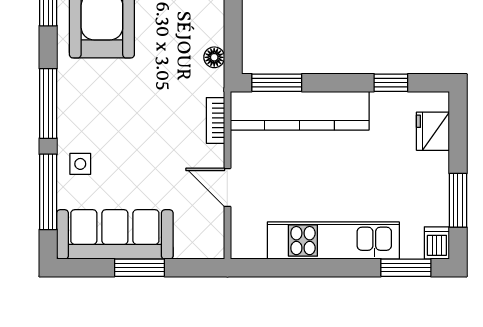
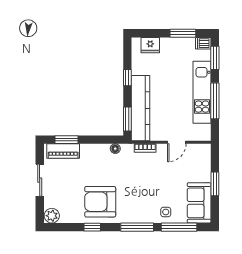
window: (391, 83) -> (127, 78), moved
sofa: (115, 234) -> (199, 203), width x0.73
window: (315, 268) -> (215, 101), added

